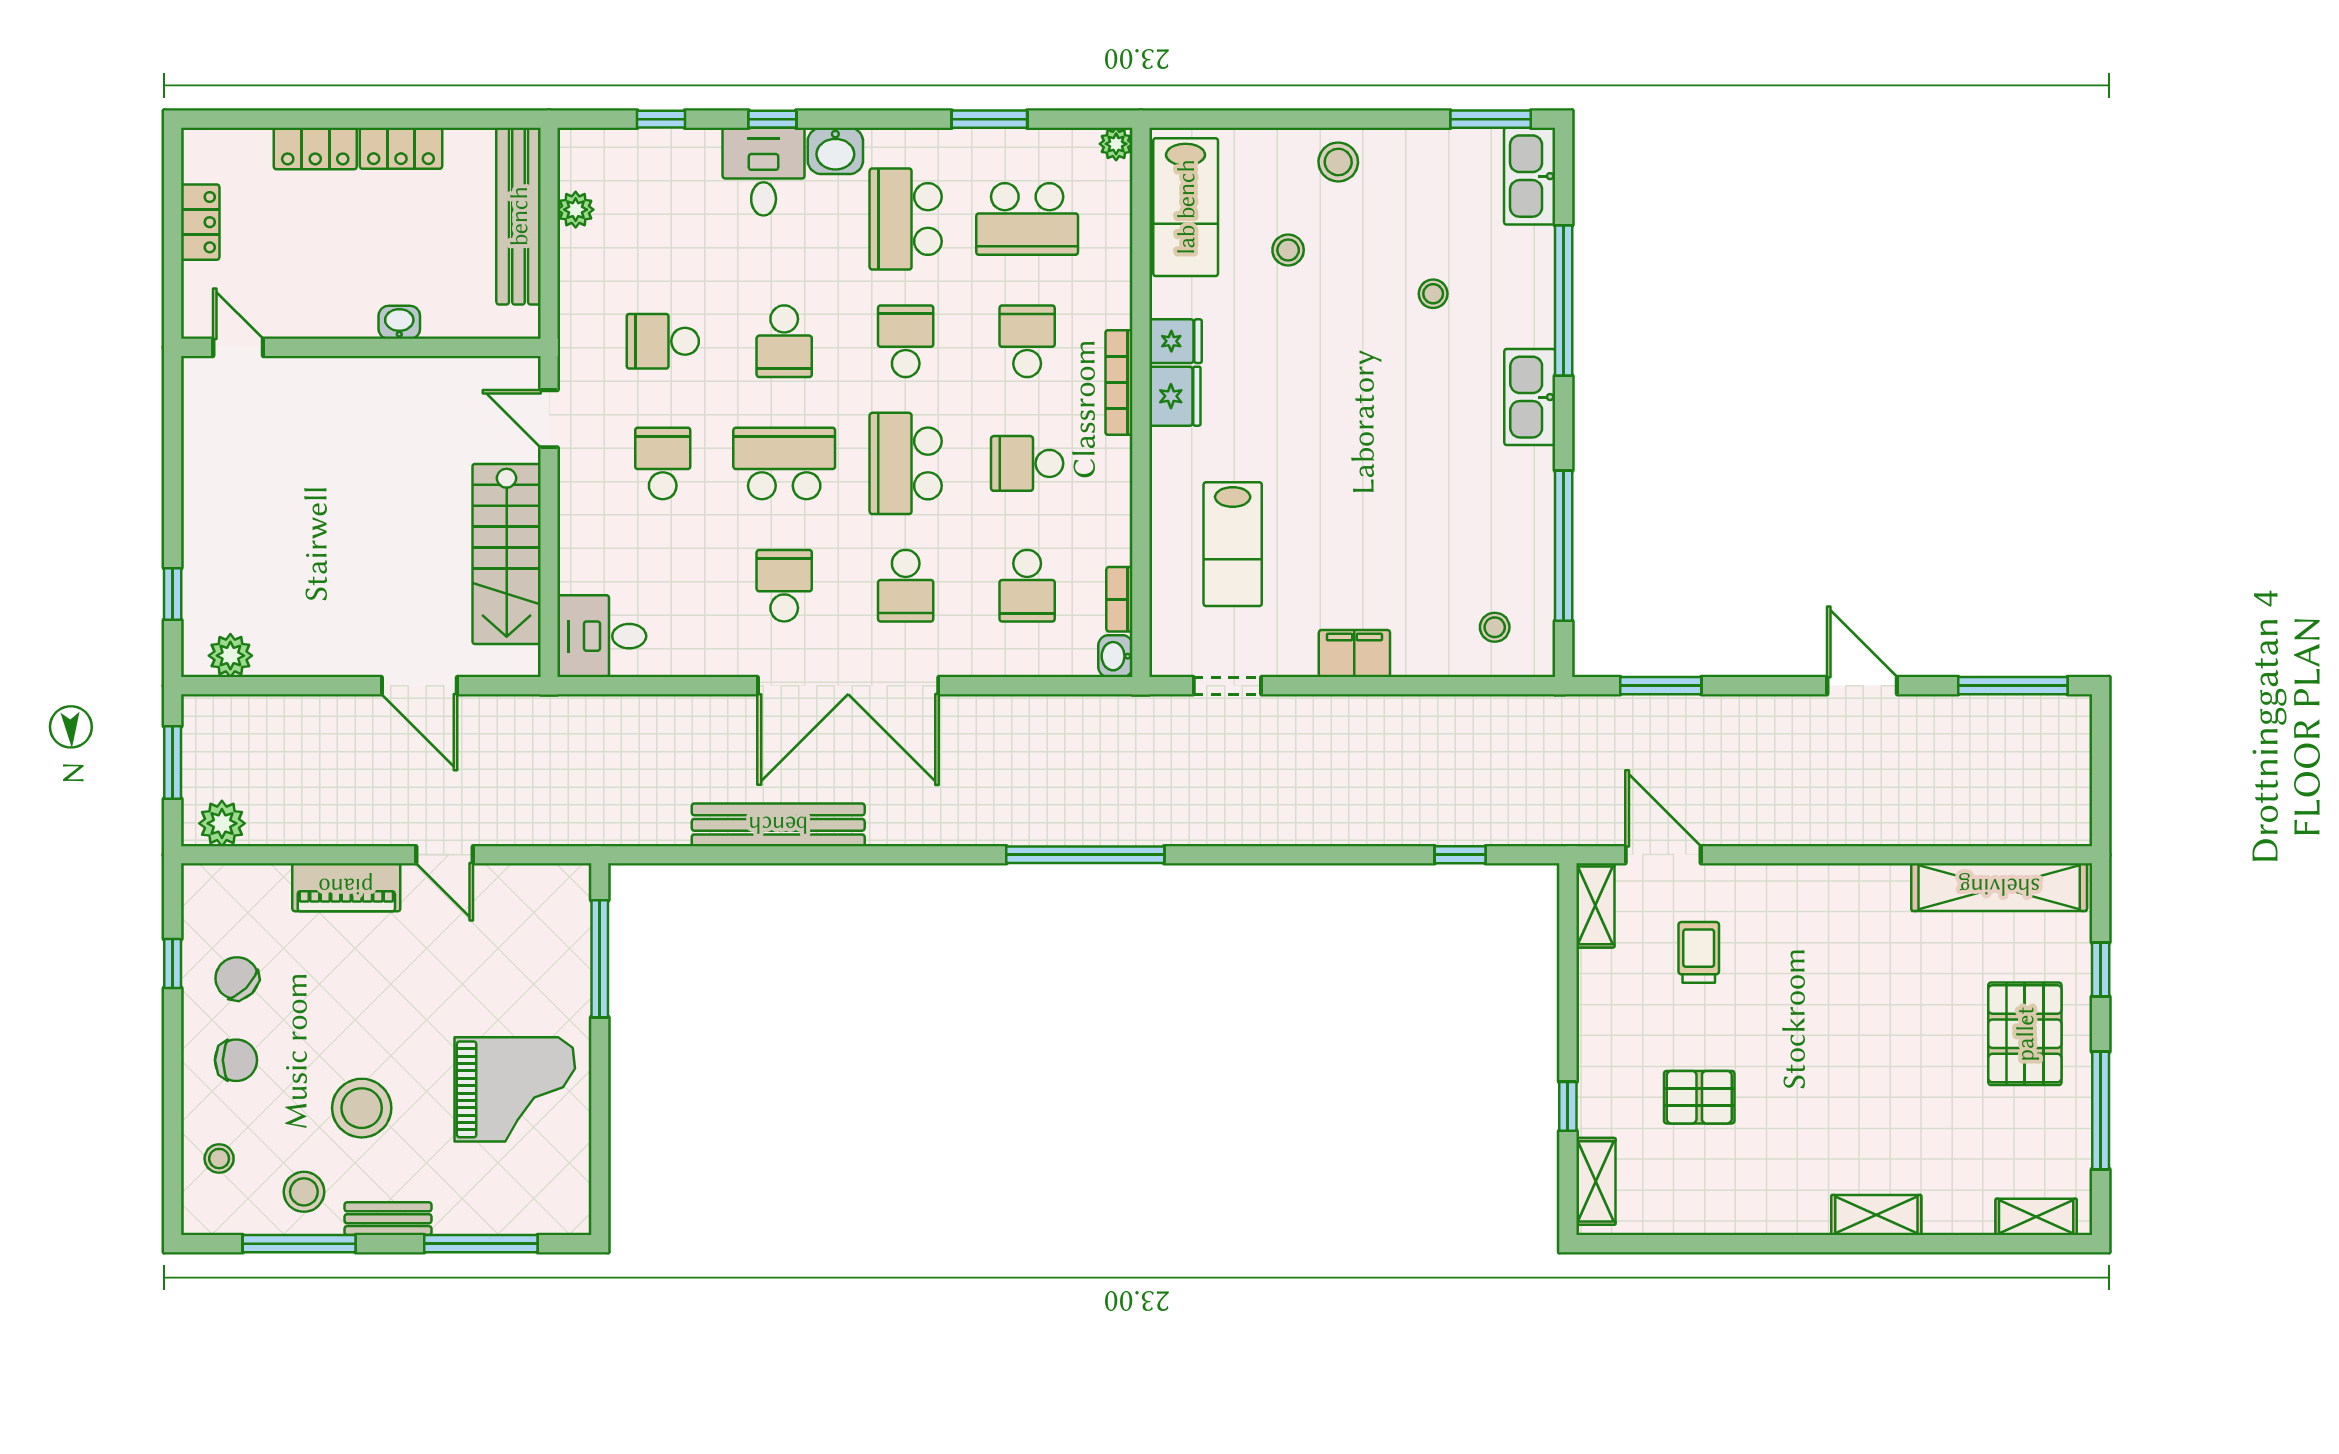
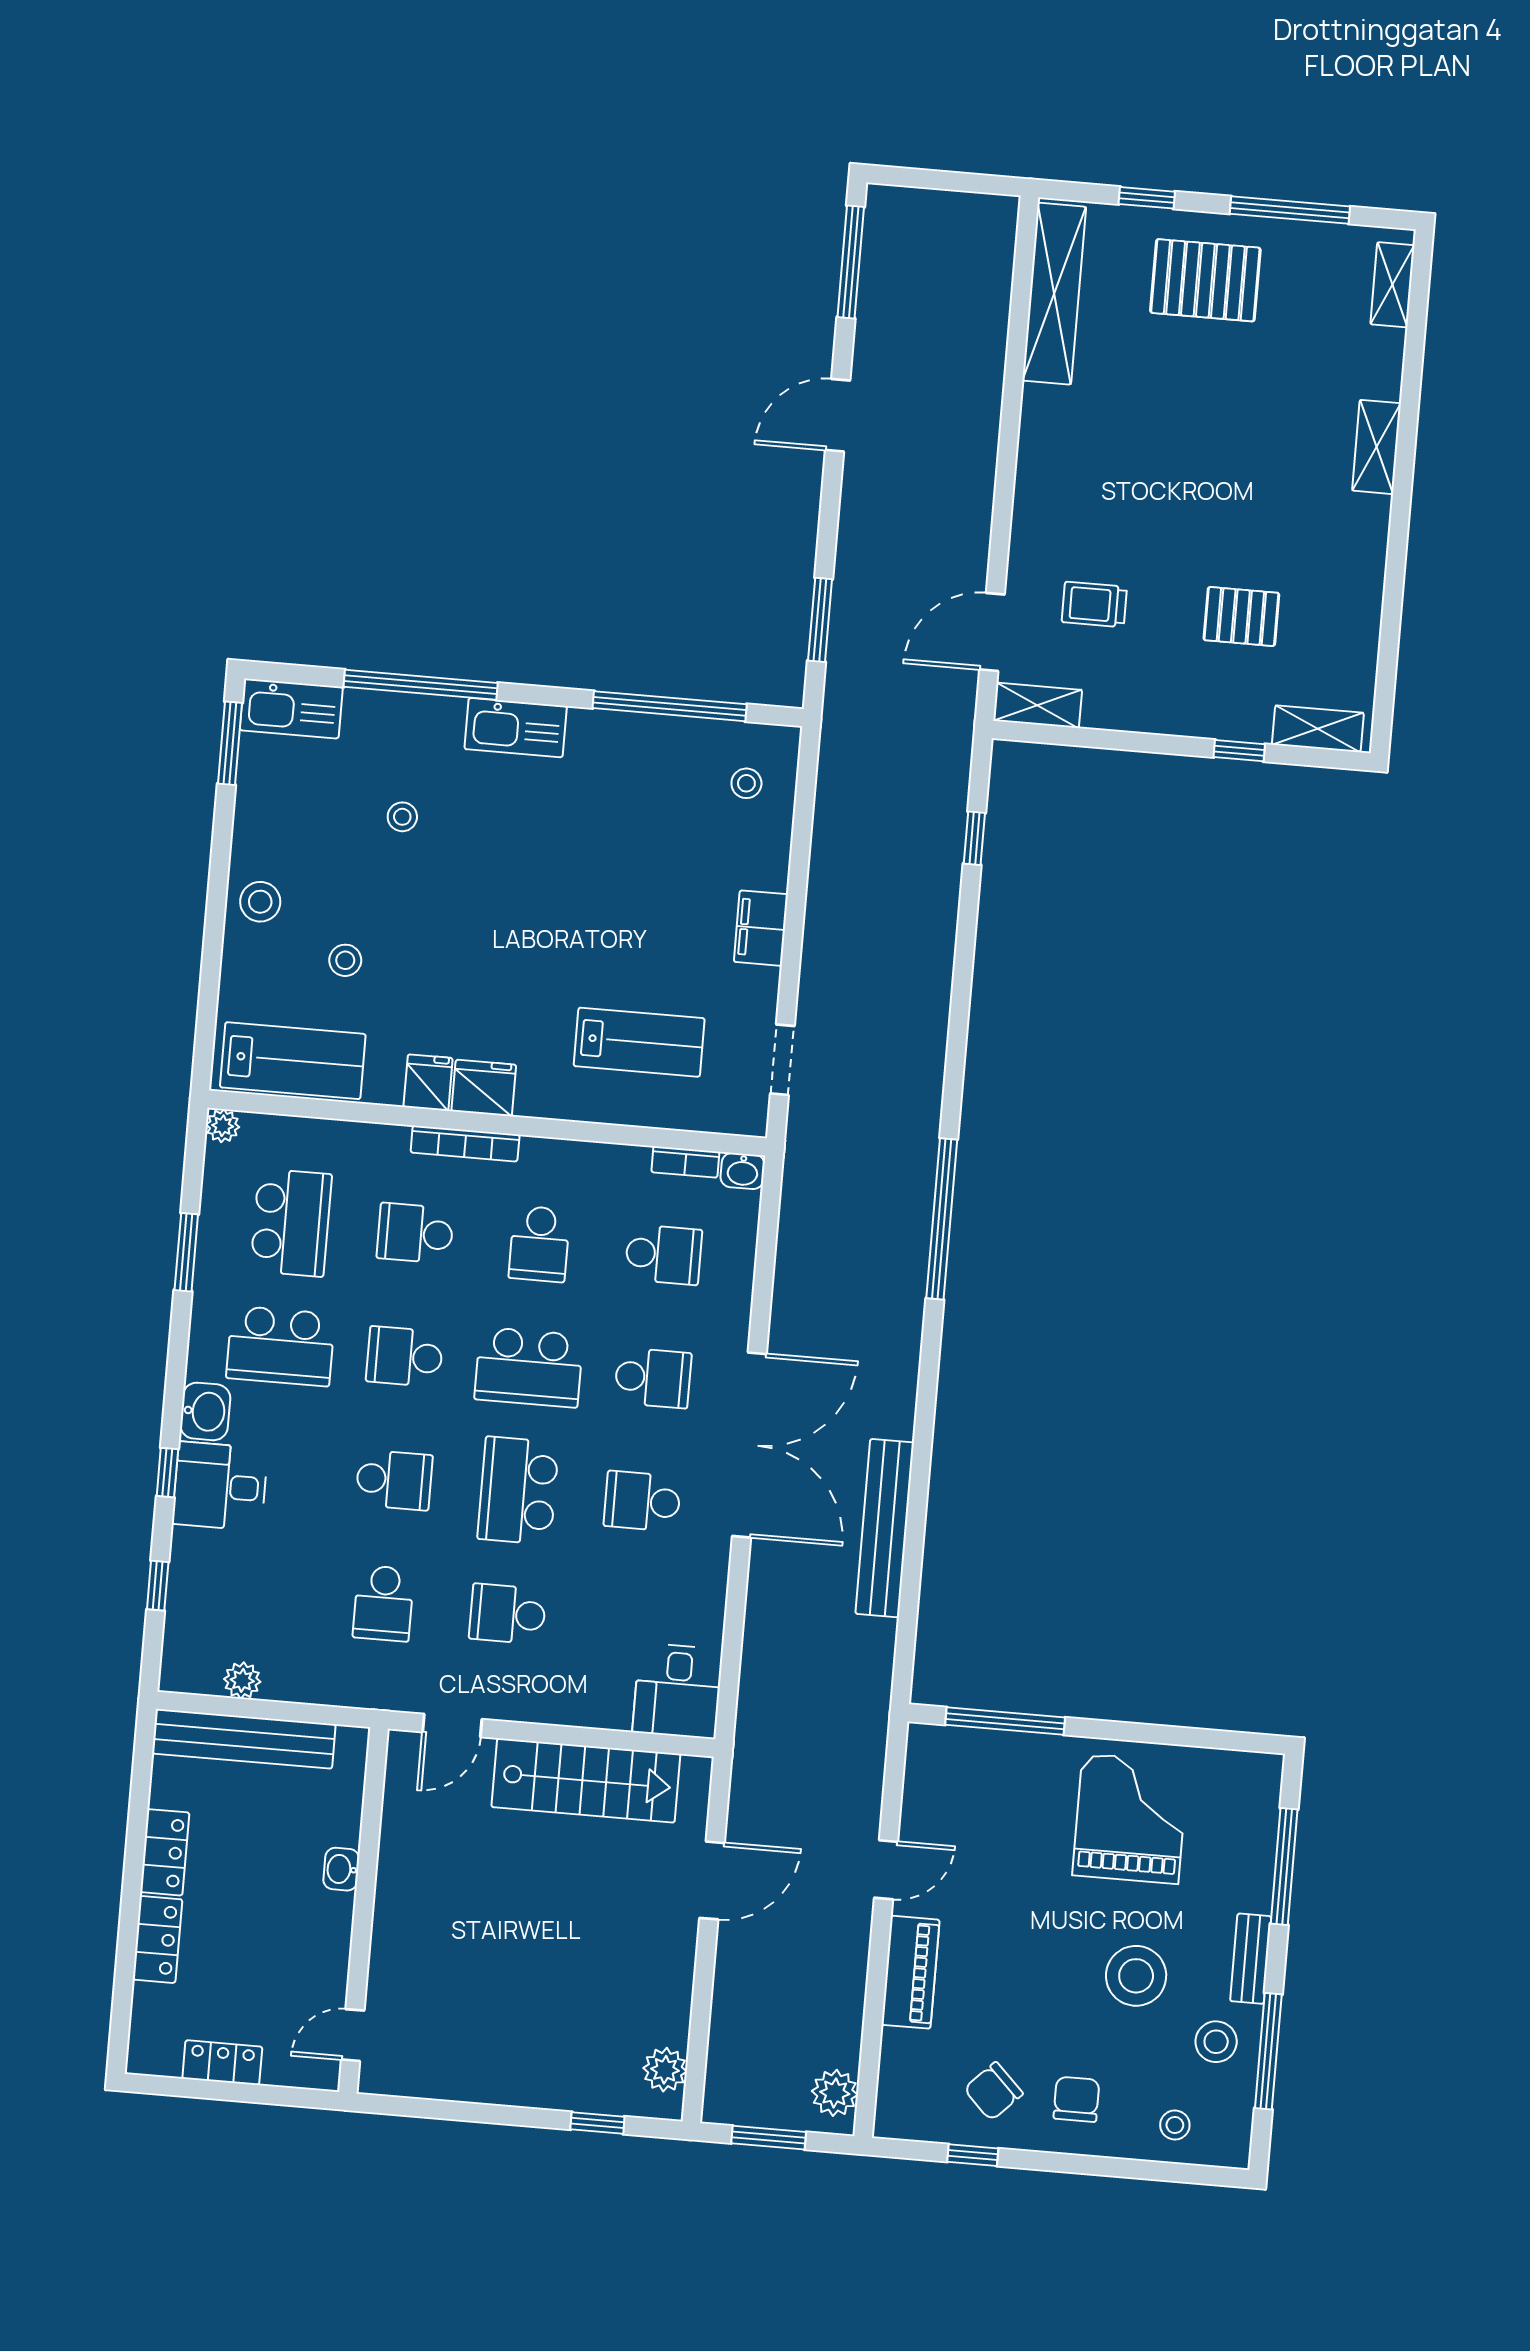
pallet: (1699, 1097) -> (1241, 617), turned 90

